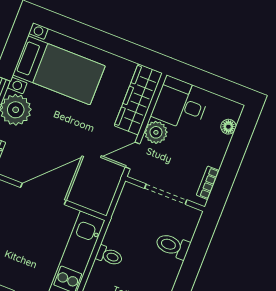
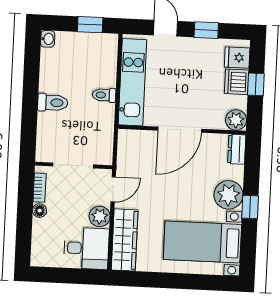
floor lamp: (228, 127) -> (40, 211), moved
toilet: (173, 246) -> (53, 103), moved

